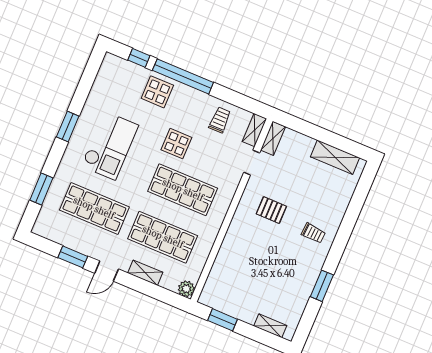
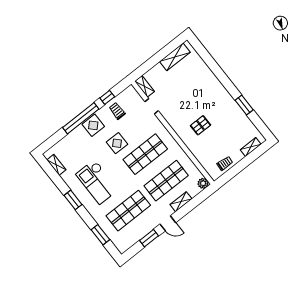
window: (139, 58) -> (107, 97), moved
display table: (157, 92) -> (93, 125), moved
shelving: (254, 130) -> (56, 165), moved
checkout: (110, 146) -> (97, 182), turned 180
pallet: (271, 210) -> (201, 125), moved
trolley: (313, 233) -> (225, 163), moved
door: (107, 271) -> (168, 223), hinge flipped
window: (222, 320) -> (232, 172), removed

